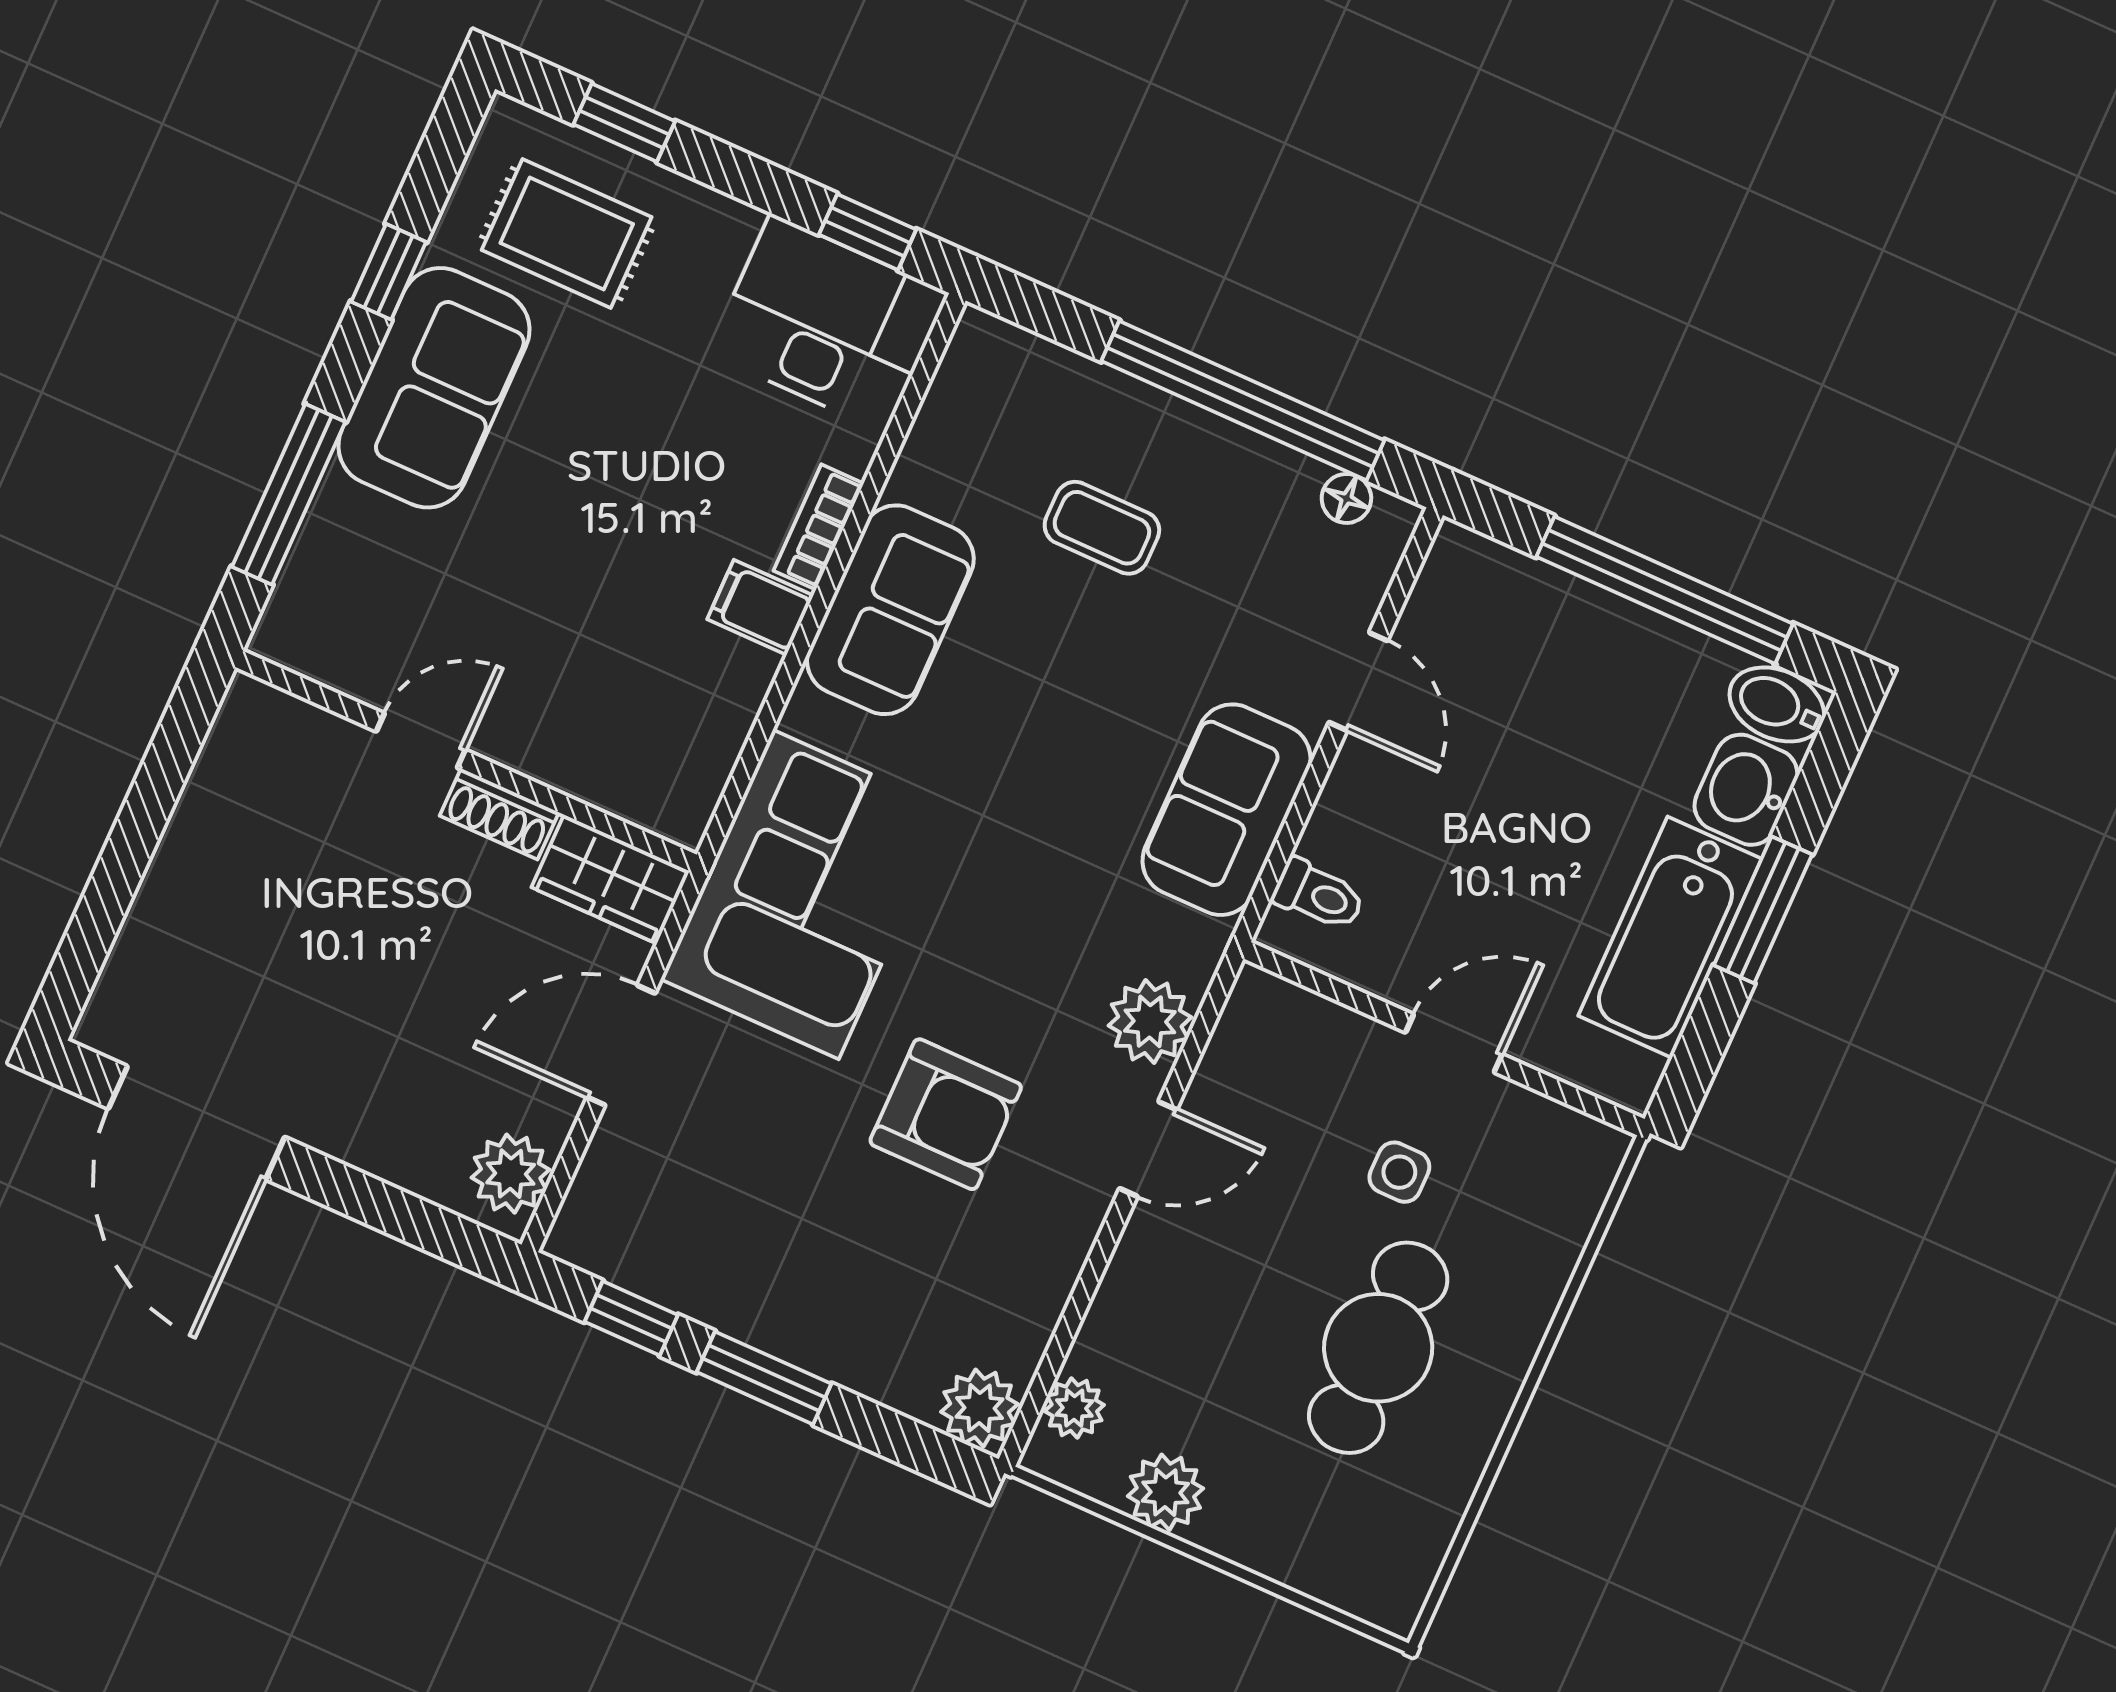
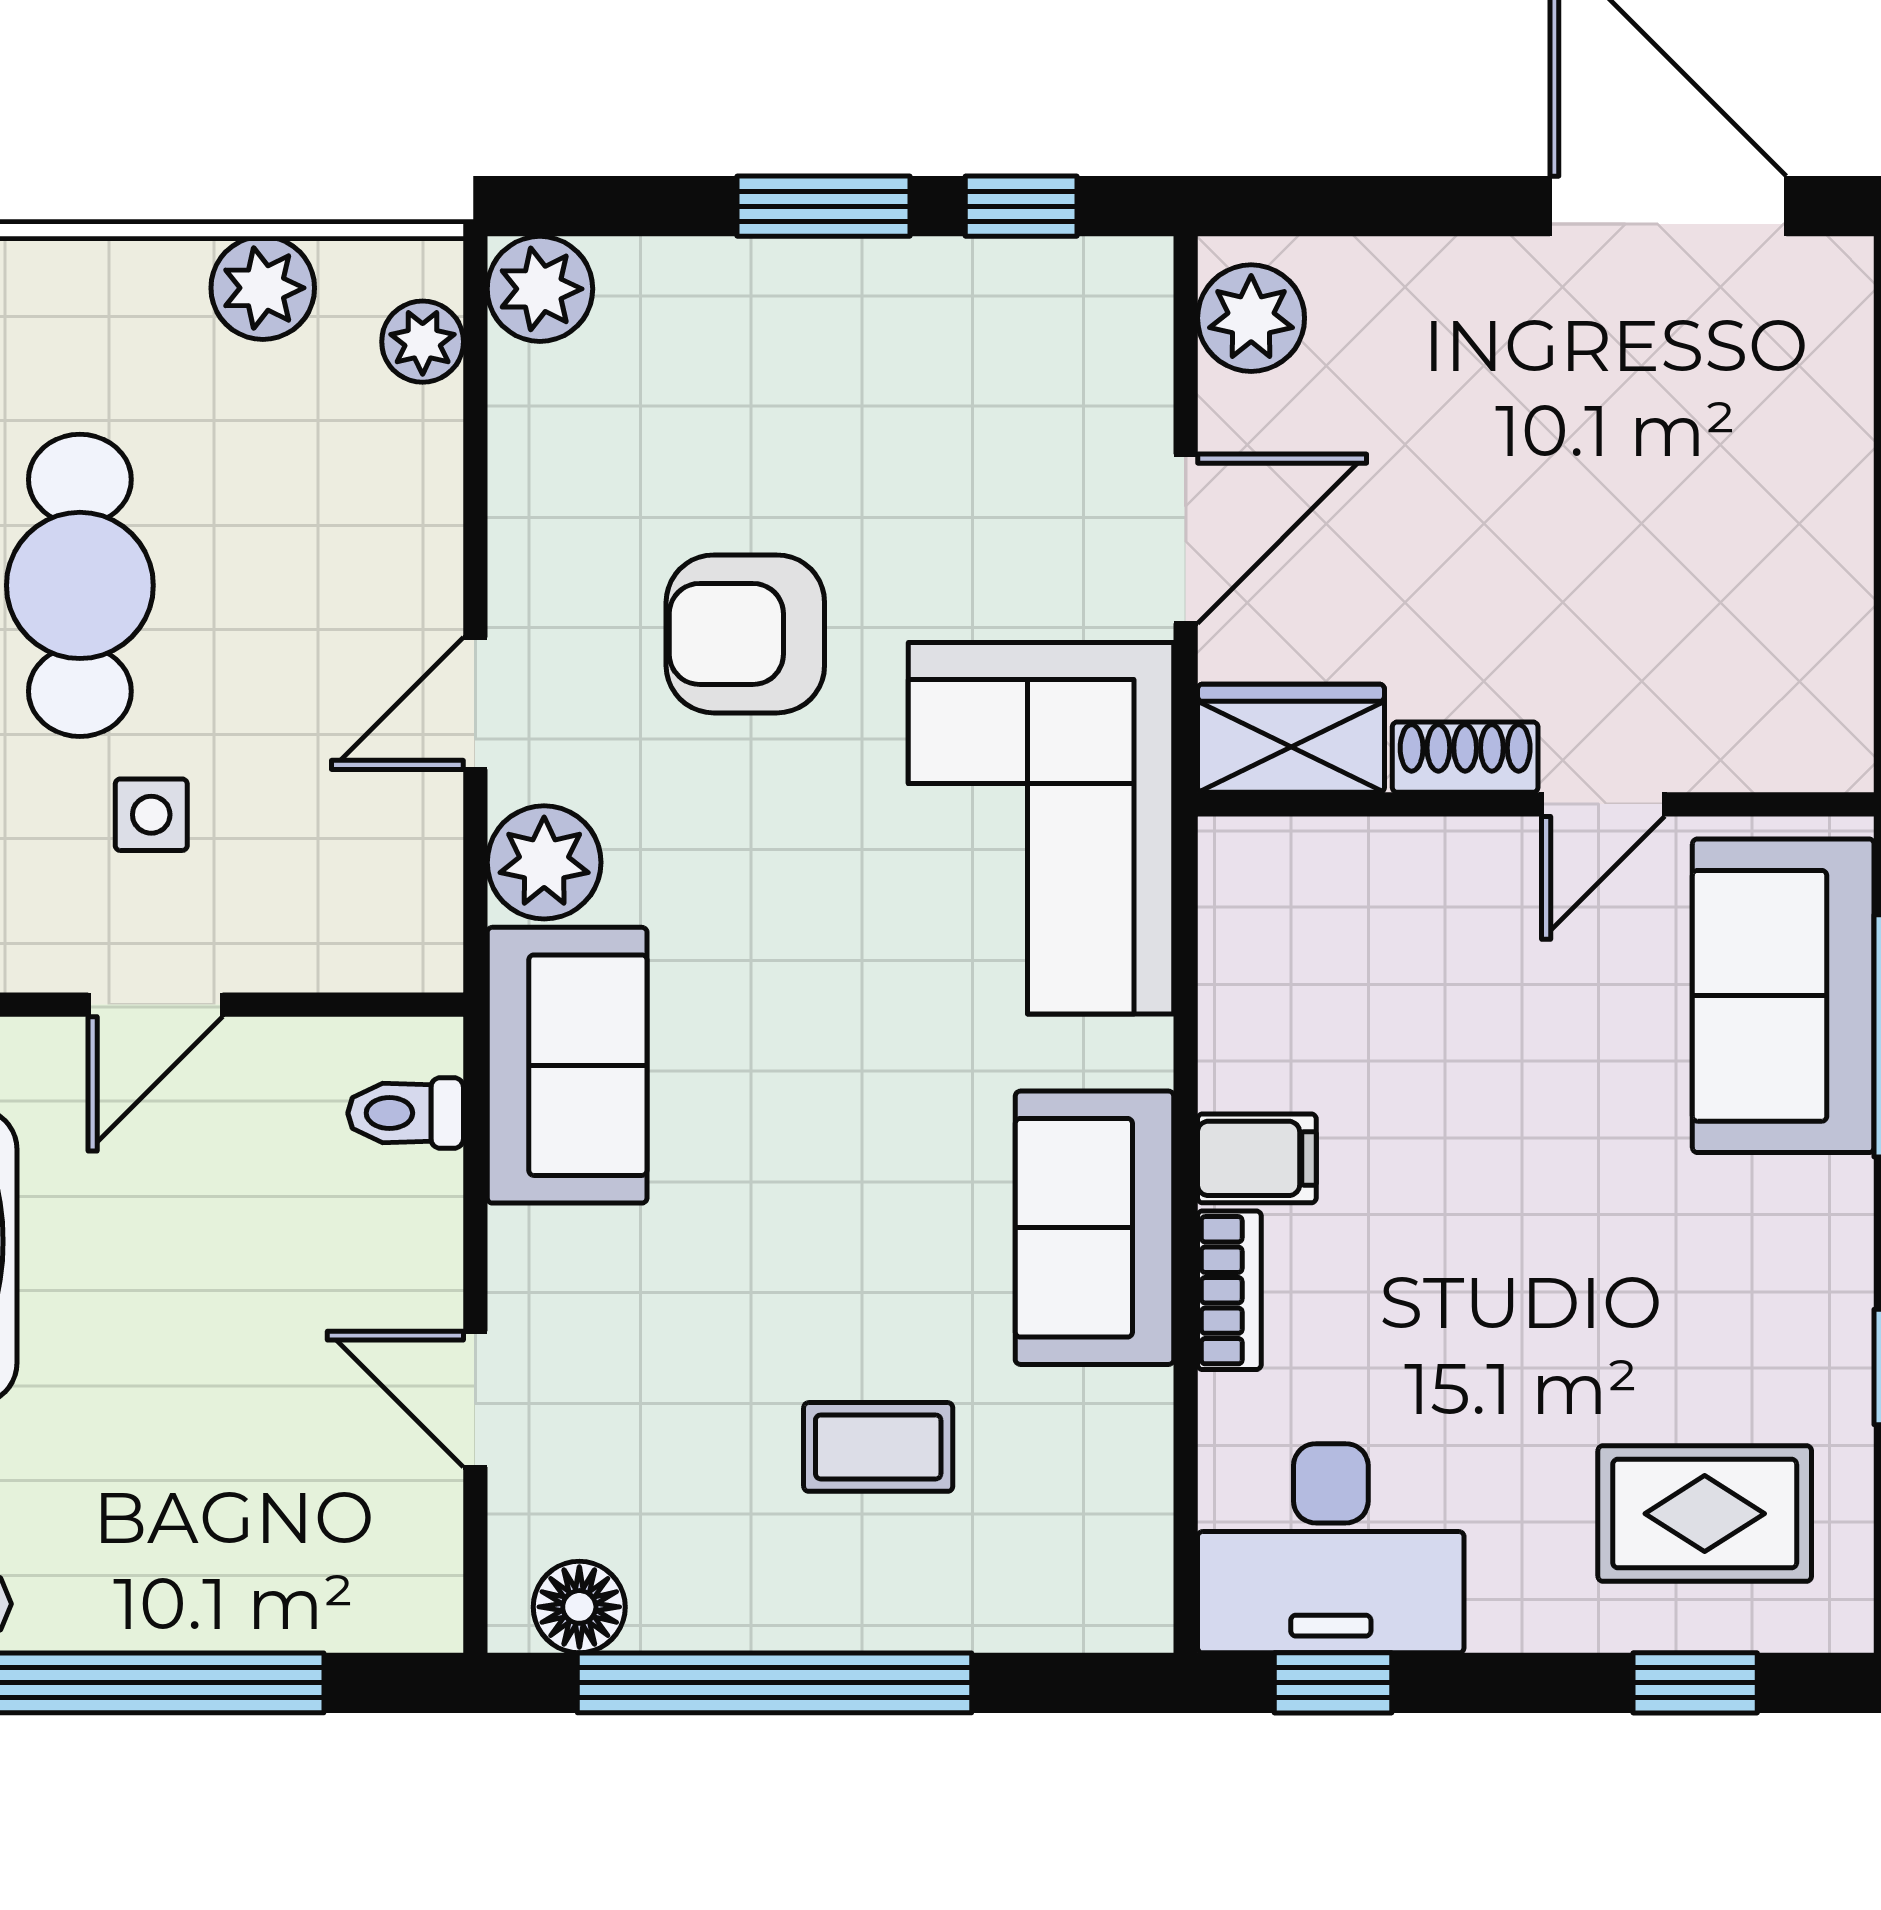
sofa: (434, 388) -> (1783, 996), moved
floor lamp: (1346, 498) -> (579, 1607), width x1.37, depth x1.37
sofa: (1226, 810) -> (567, 1065), moved

